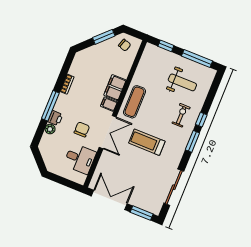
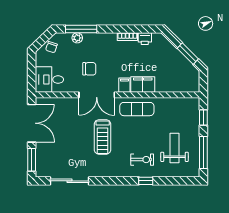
chair: (125, 45) -> (51, 47), moved
weight bench: (182, 82) -> (174, 148), turned 180
window: (50, 106) -> (81, 29), moved
printer: (55, 118) -> (145, 39), moved
window: (192, 141) -> (121, 181), removed
treadmill: (147, 142) -> (103, 137), turned 180
desk: (80, 159) -> (49, 80), moved, turned 90

